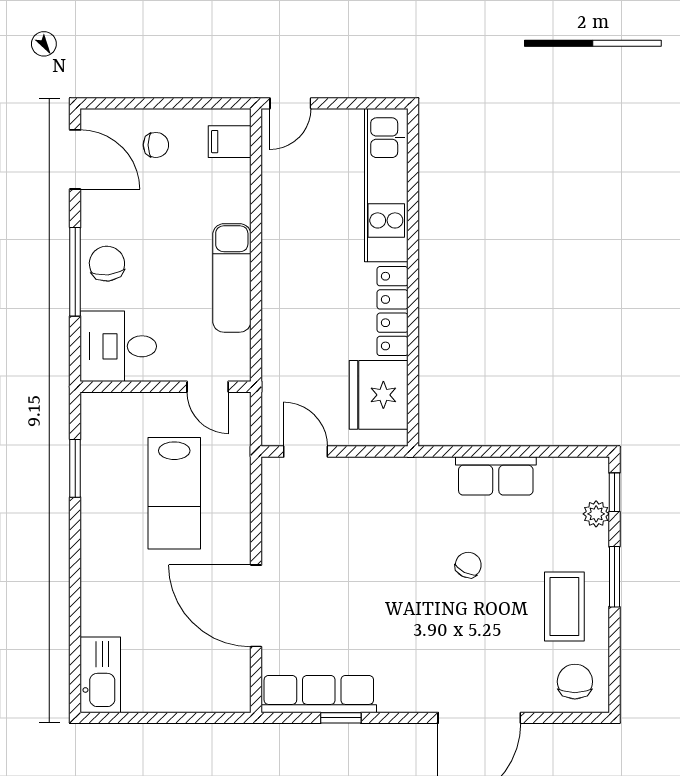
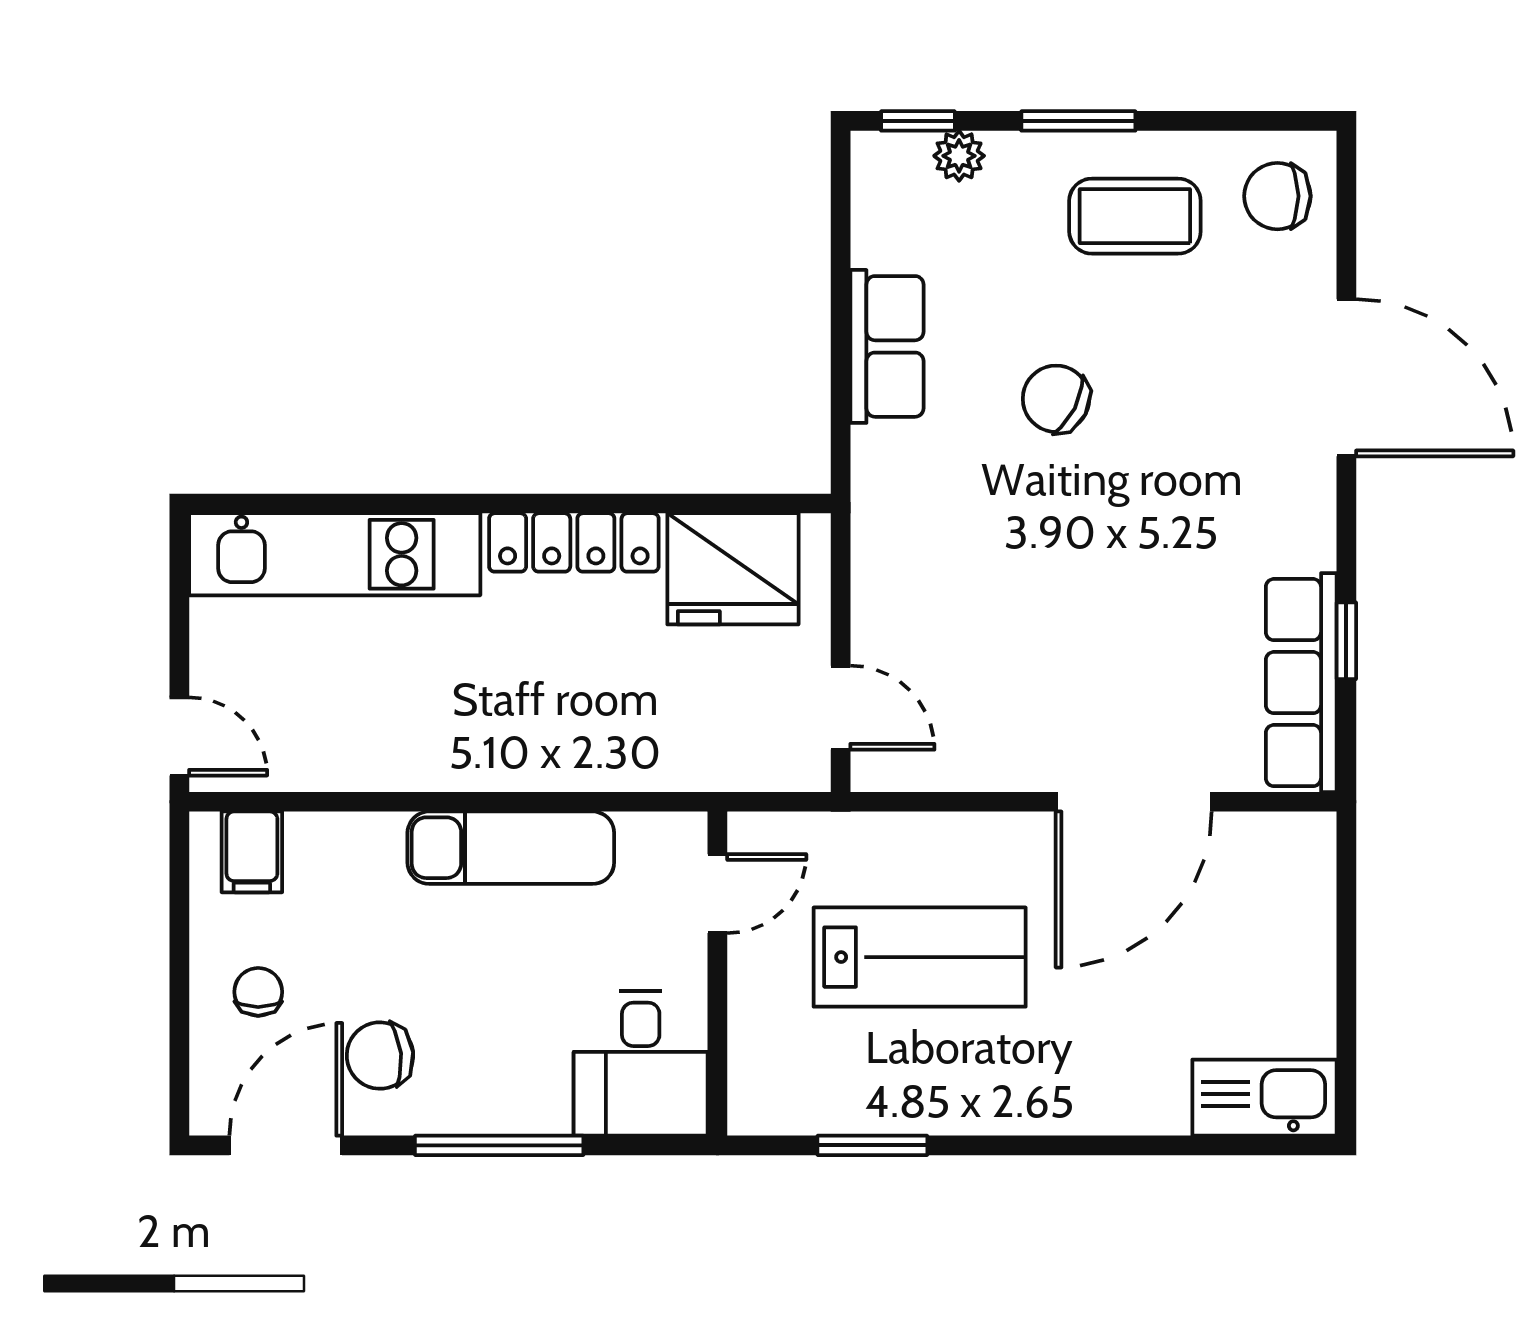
chair: (107, 264) -> (380, 1056), moved
door: (306, 452) -> (841, 708), swing flipped
chair: (468, 565) -> (1056, 399), width x1.37, depth x1.37

